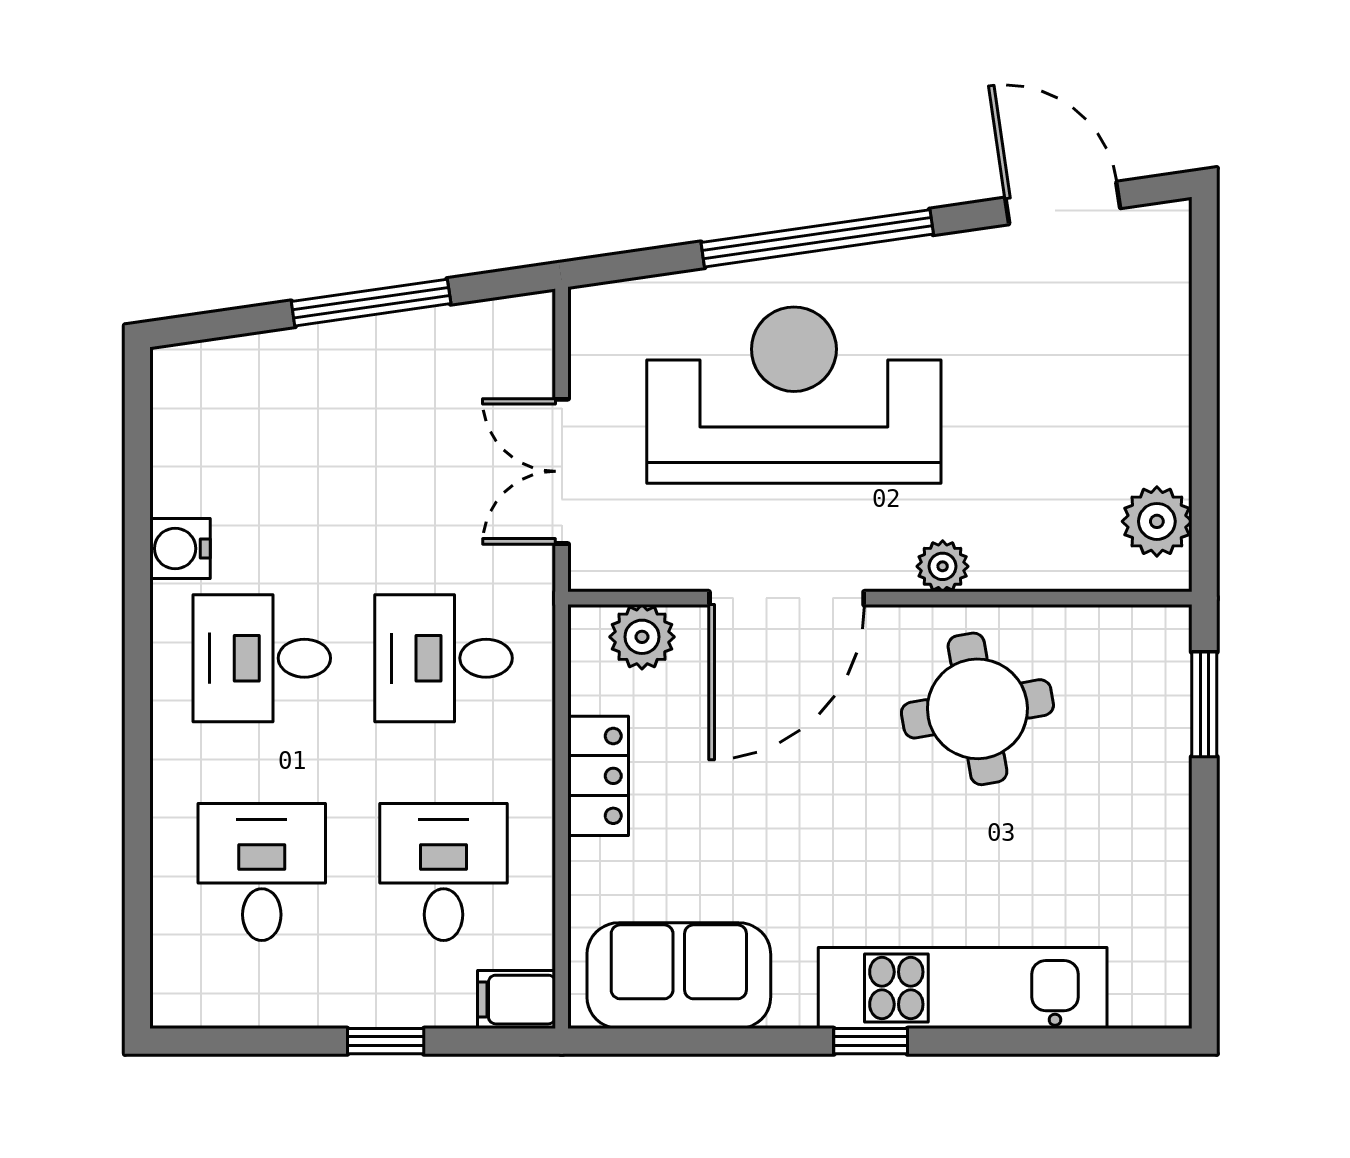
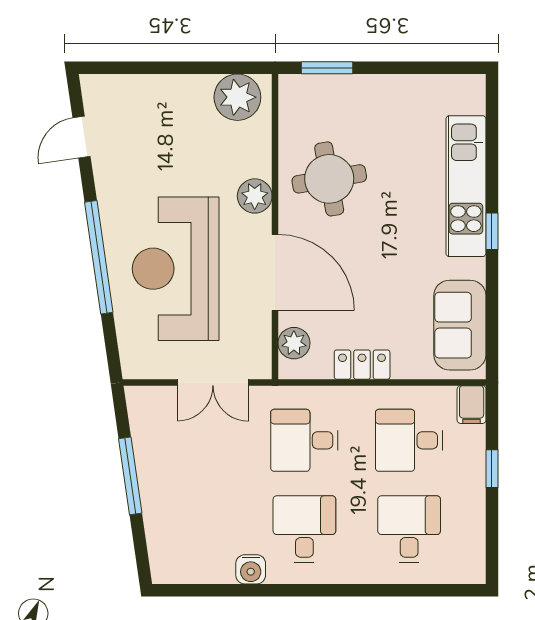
door: (1063, 203) -> (82, 137), width x0.73
plant: (1157, 521) -> (237, 97), width x1.36, depth x1.36
plant: (943, 566) -> (255, 196), width x1.38, depth x1.38
desk: (262, 658) -> (304, 529), turned 180
desk: (444, 658) -> (304, 440), turned 90
desk: (262, 872) -> (409, 529), turned 90

